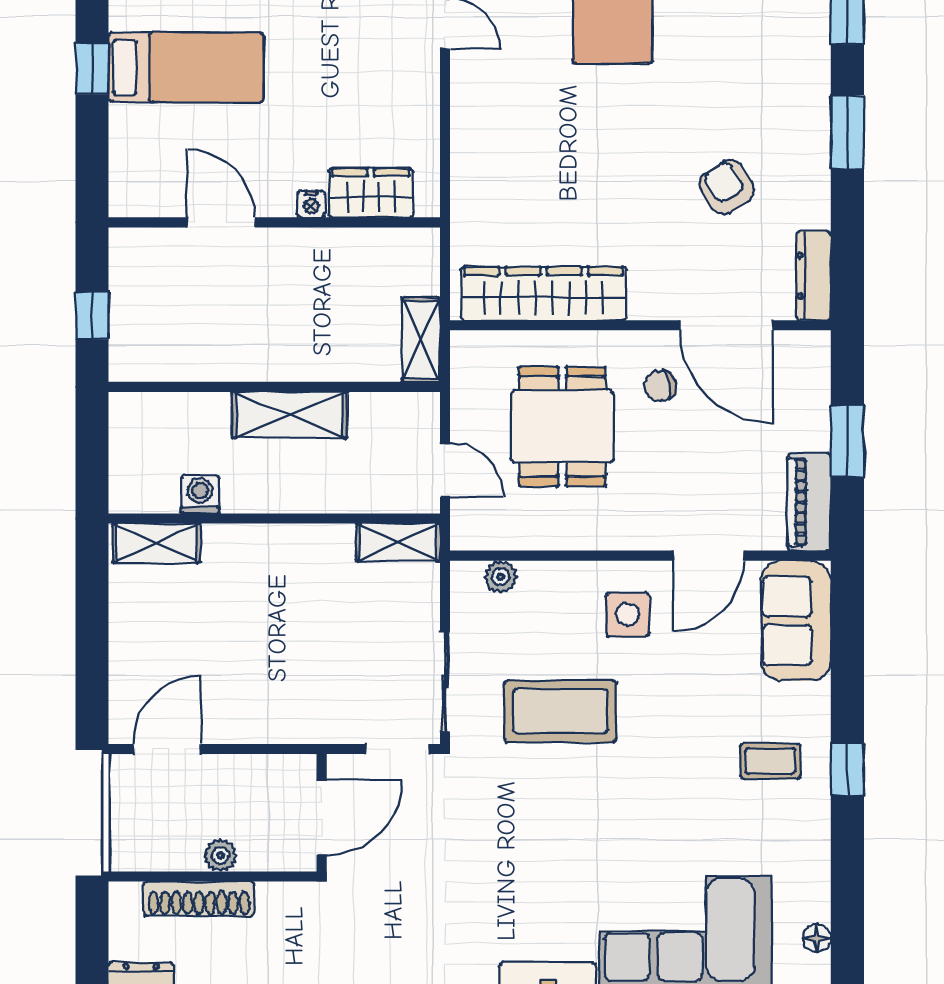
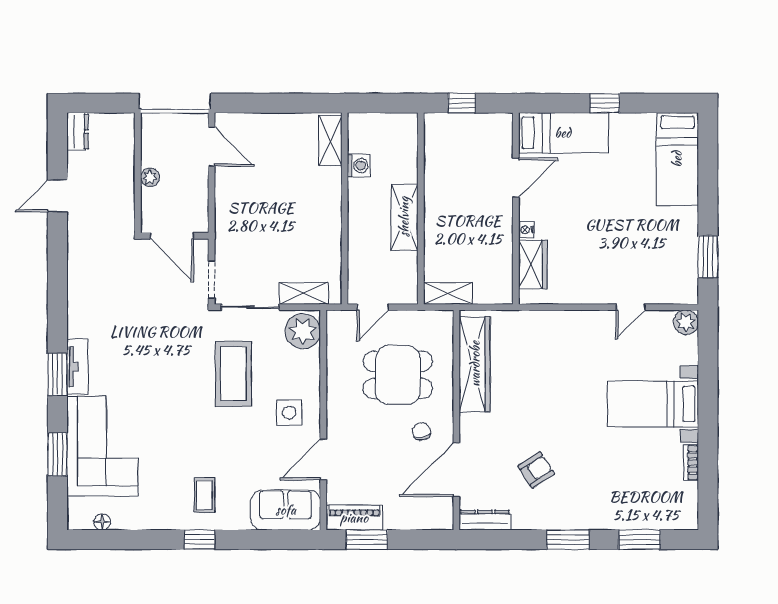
bed: (186, 67) -> (563, 133), moved, turned -90
window: (847, 441) -> (367, 540), moved
shelving: (398, 542) -> (304, 293), moved, turned 90
door: (709, 556) -> (323, 459), hinge flipped
plant: (501, 577) -> (303, 331), width x1.87, depth x1.87
shoe rack: (199, 899) -> (125, 165), removed

